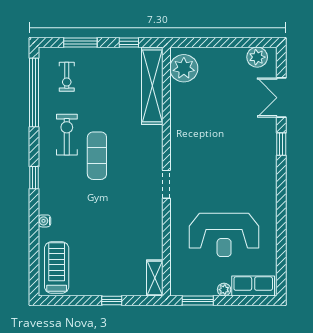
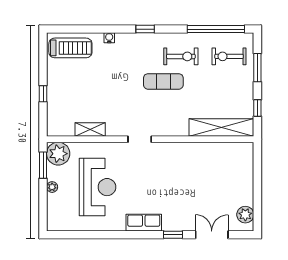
plant: (184, 68) -> (58, 154), moved
exercise bike: (67, 77) -> (229, 56), width x1.38, depth x1.39
reception desk: (224, 235) -> (98, 187), turned 180
shelving: (155, 278) -> (90, 129), moved
row of seats: (253, 286) -> (144, 223), moved, turned -90

